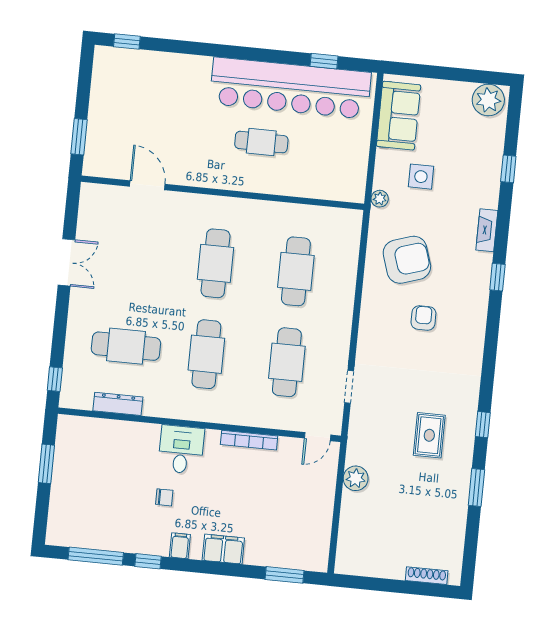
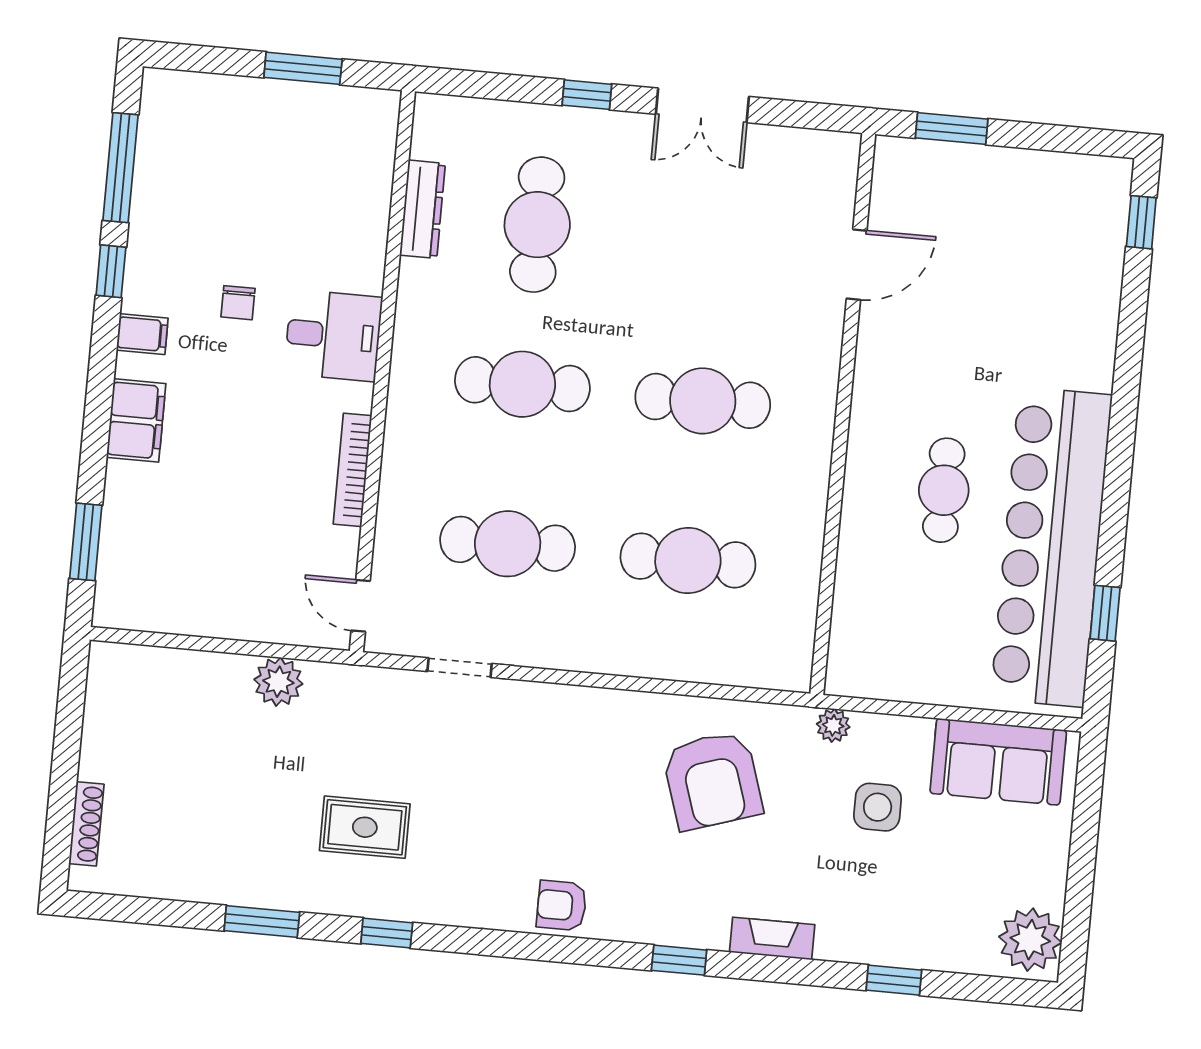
armchair: (423, 318) -> (562, 905), moved, turned 180
window: (55, 379) -> (587, 95), moved

